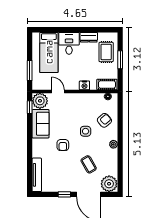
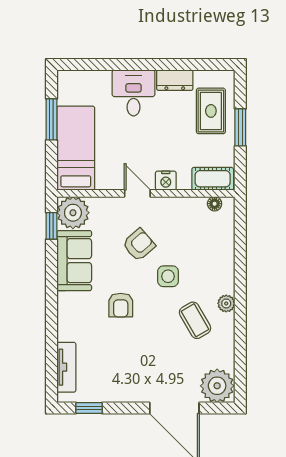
bed: (49, 52) -> (76, 148), moved, turned 180
window: (30, 70) -> (51, 119), moved
door: (58, 91) -> (137, 193), moved
armchair: (104, 120) -> (139, 245), moved
coffee table: (89, 164) -> (195, 320), moved
tv unit: (37, 175) -> (66, 367), width x0.71
window: (64, 194) -> (89, 408), moved

